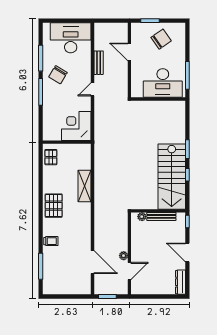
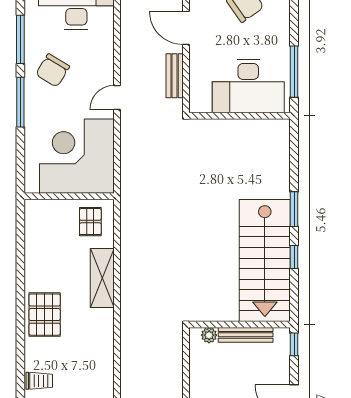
bench: (99, 63) -> (175, 76), moved
corner desk: (76, 126) -> (77, 156), width x1.36, depth x1.36
pallet: (51, 157) -> (90, 222), moved

